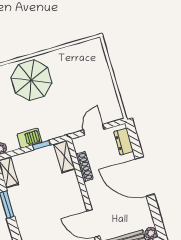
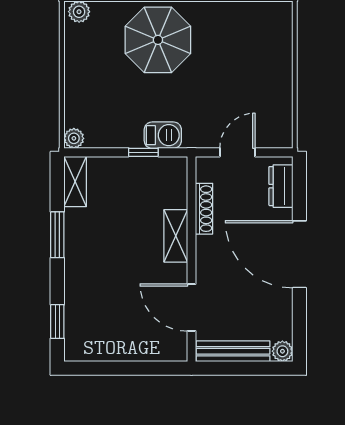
barbecue: (29, 138) -> (163, 135), moved
shelving: (64, 157) -> (176, 236), moved

